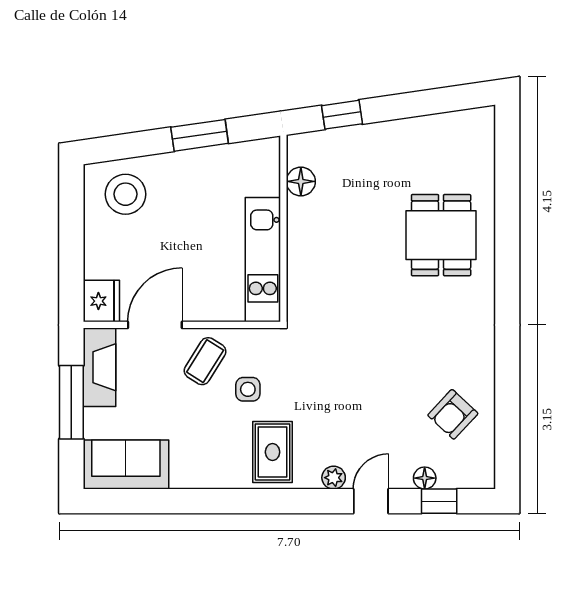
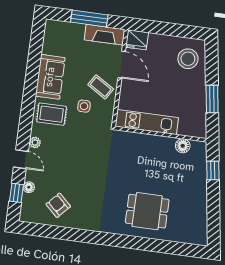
sofa: (126, 465) -> (50, 77), moved

